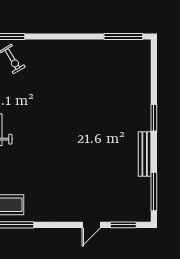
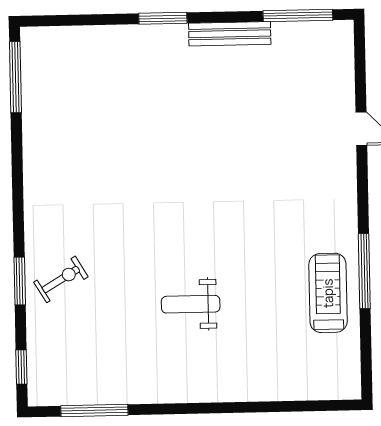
window: (123, 225) -> (360, 70), removed

